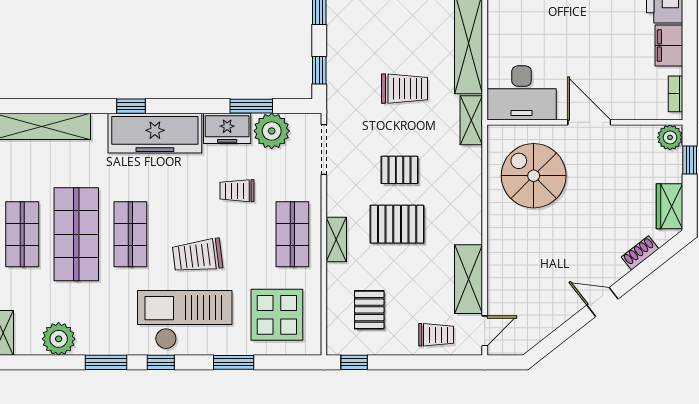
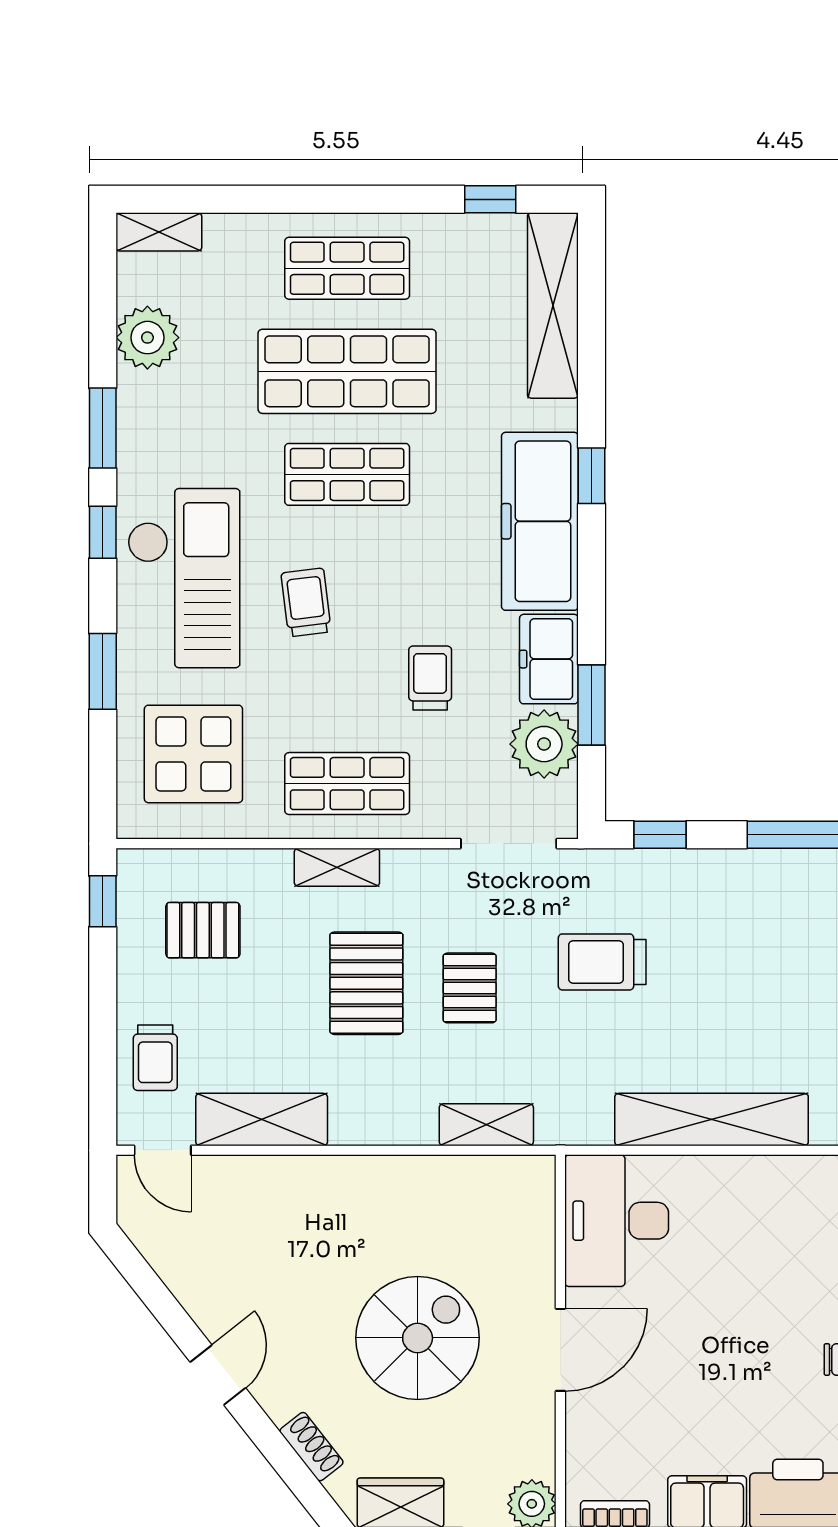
trolley: (405, 89) -> (602, 962), moved, turned 90
shelving: (471, 120) -> (486, 1125), moved
spiral stairs: (534, 176) -> (418, 1338), moved
trolley: (197, 256) -> (306, 602), width x0.73, depth x0.72

